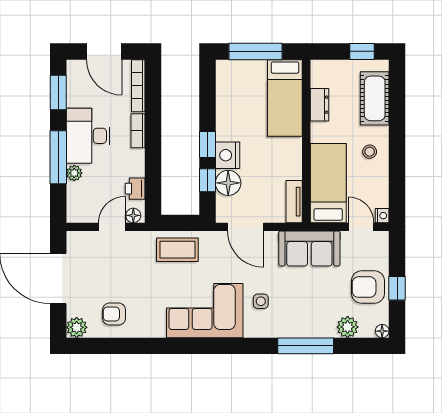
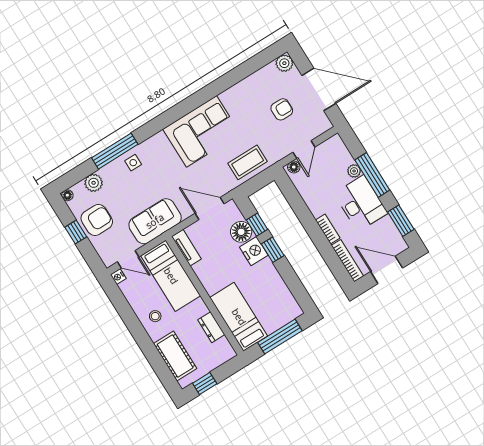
printer: (135, 189) -> (304, 187), removed
side table: (261, 301) -> (133, 163), moved
armchair: (114, 314) -> (282, 109), moved

